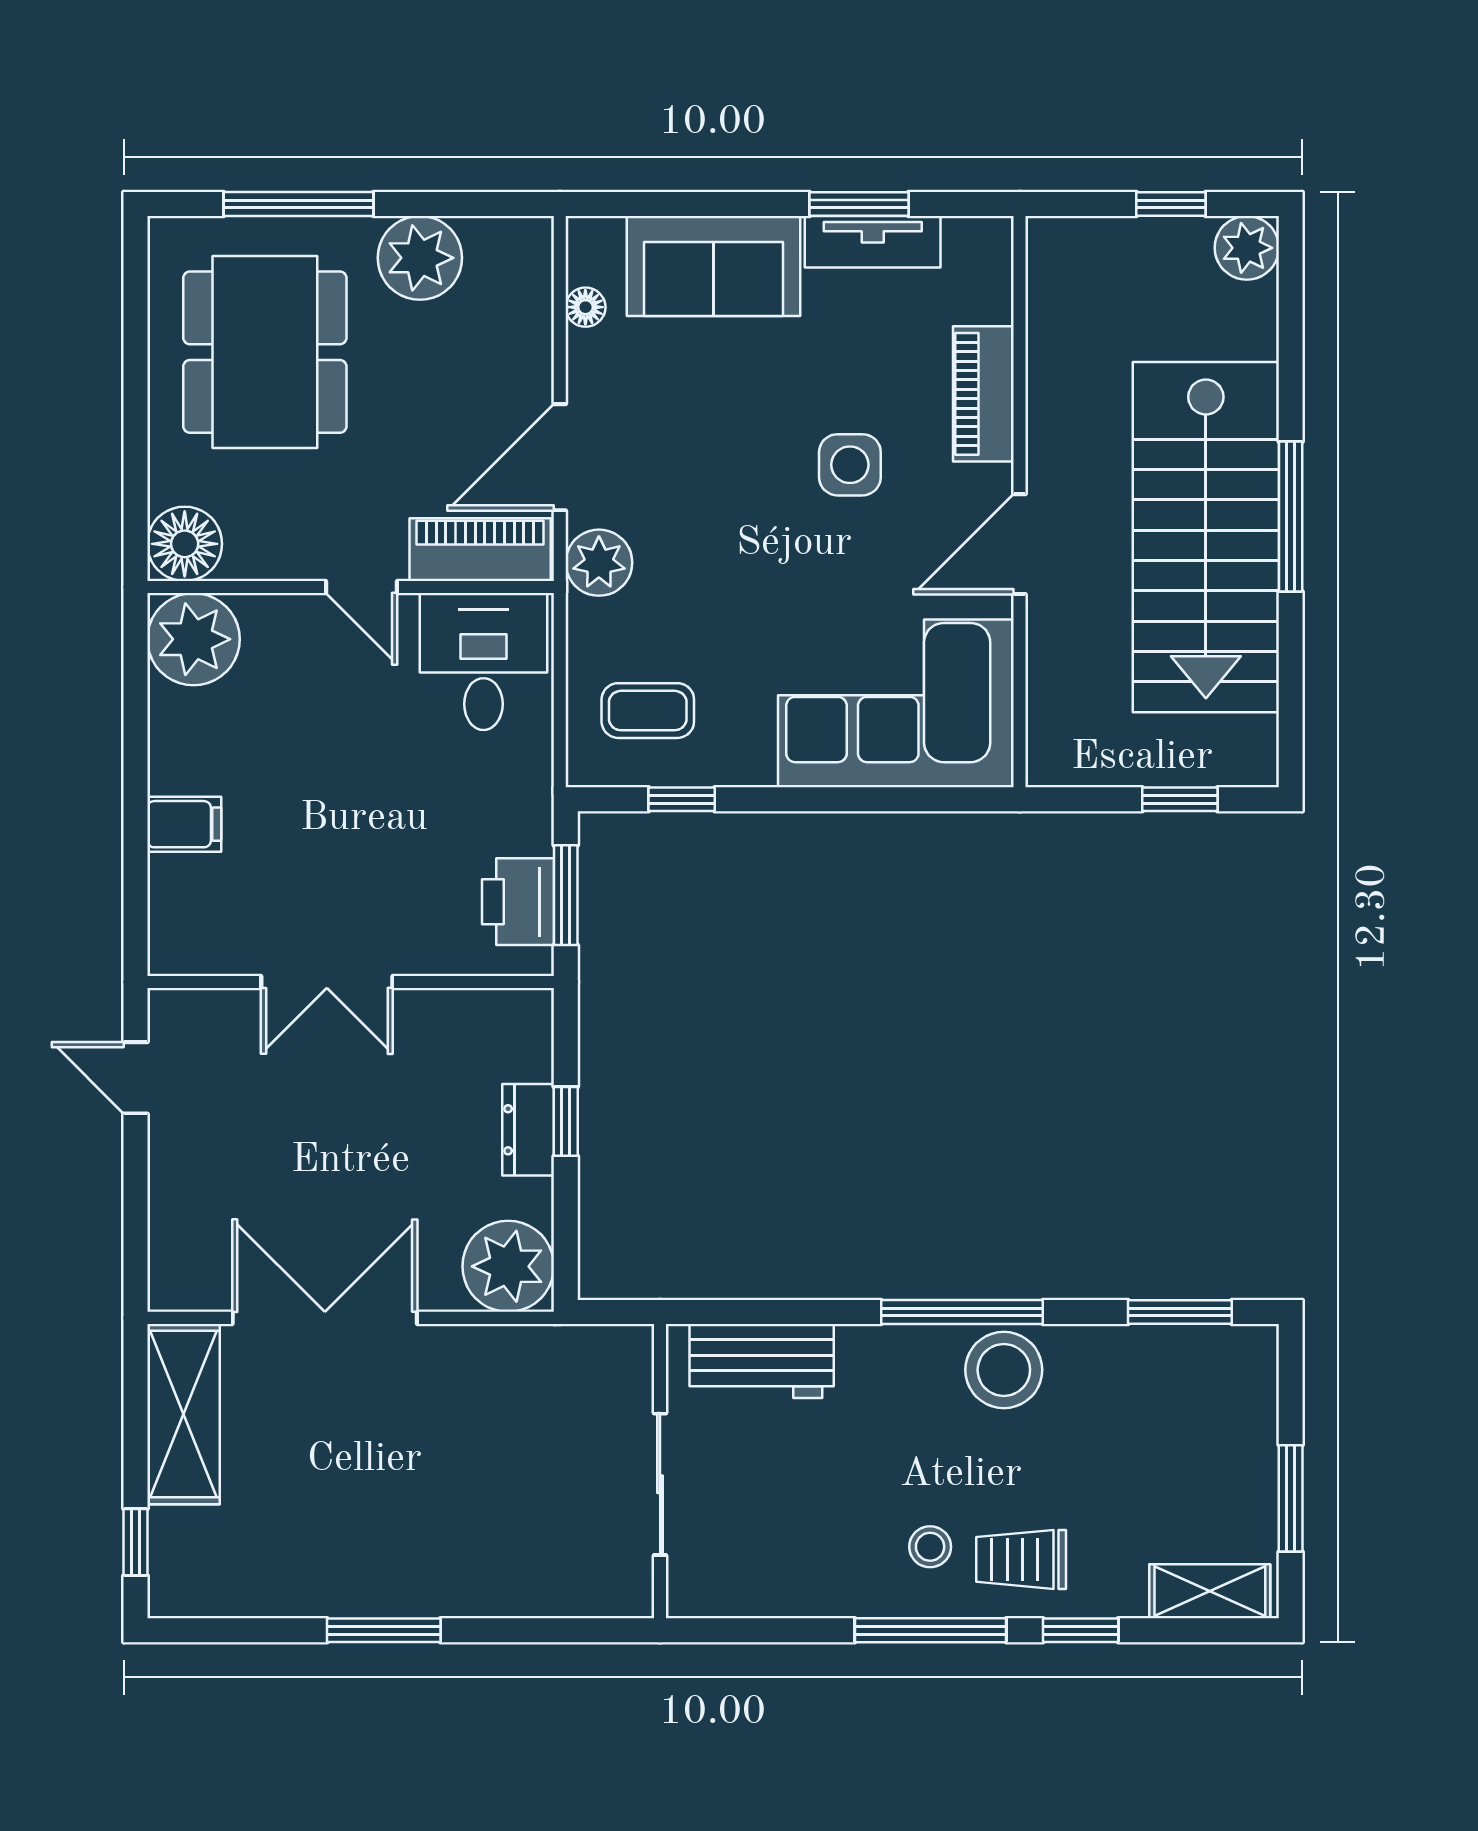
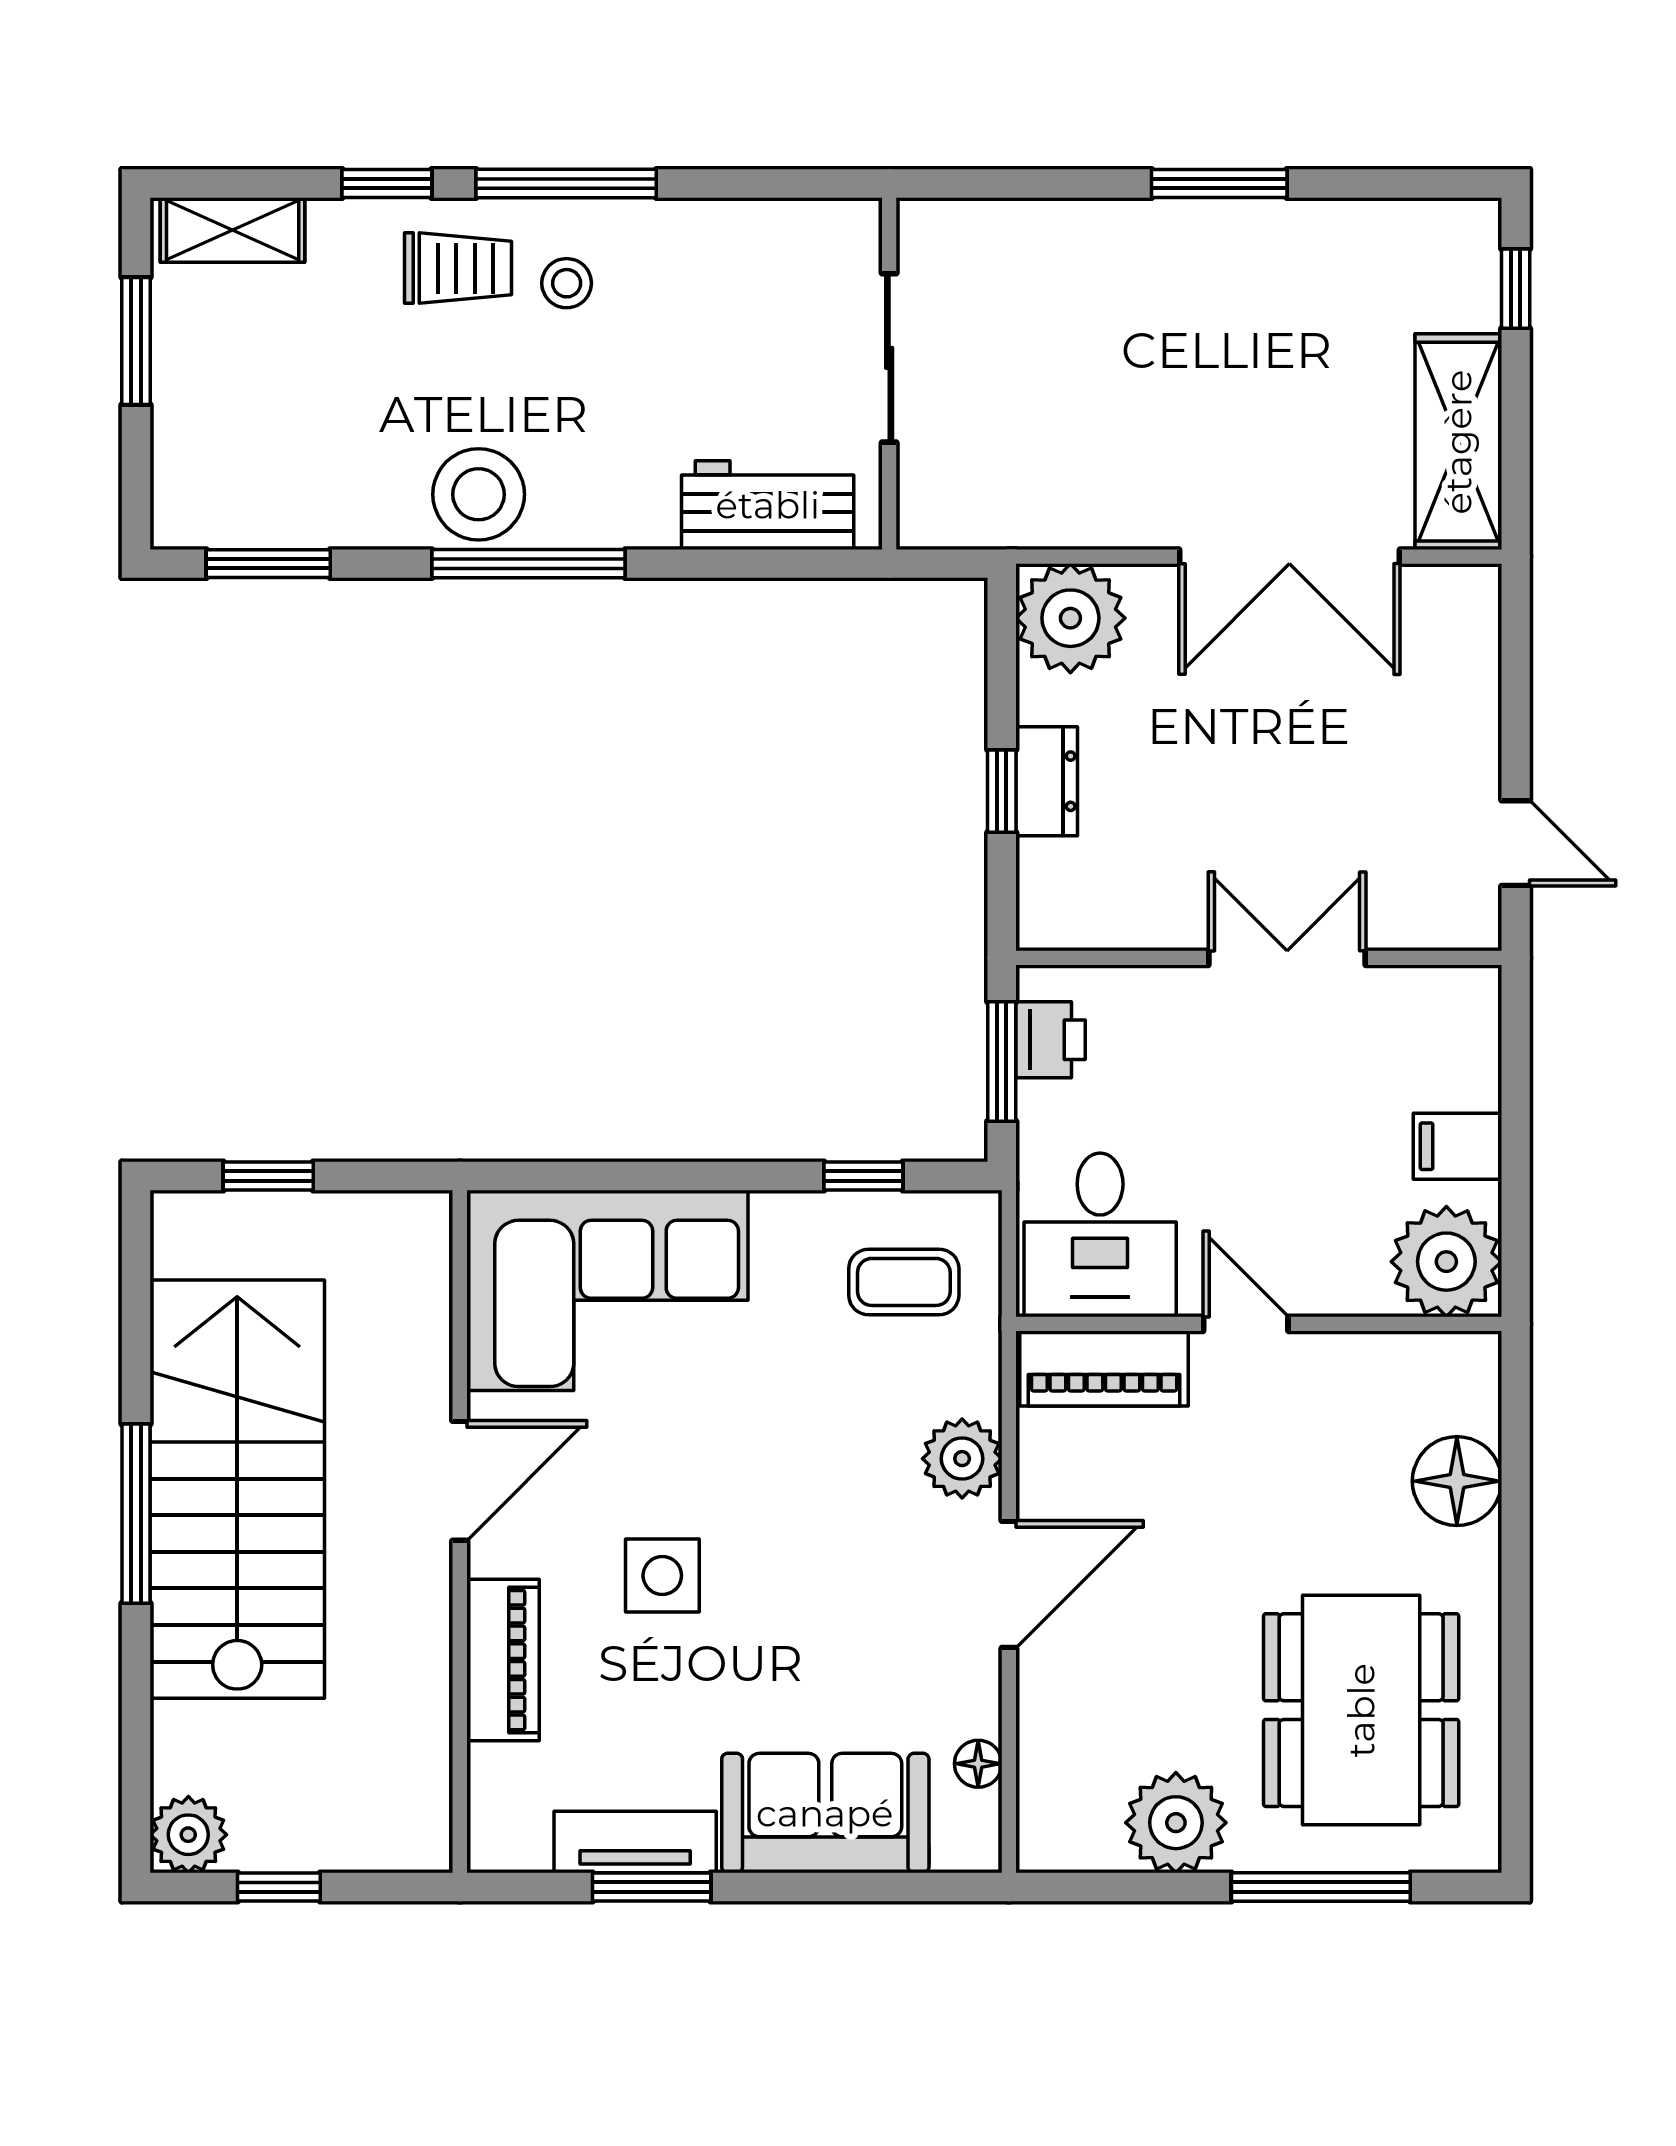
piano: (480, 550) -> (1104, 1368), moved
wall: (351, 587) -> (1259, 1324), moved
door: (361, 587) -> (1246, 1324), moved
plant: (194, 639) -> (1446, 1262), moved
desk: (483, 662) -> (1100, 1235), moved
printer: (518, 902) -> (1050, 1040), width x0.73, depth x0.81

